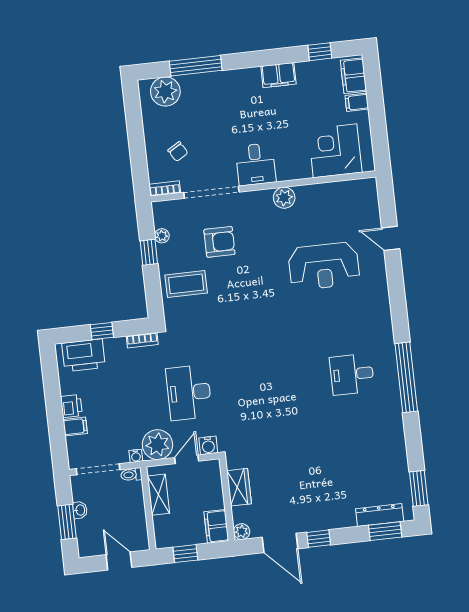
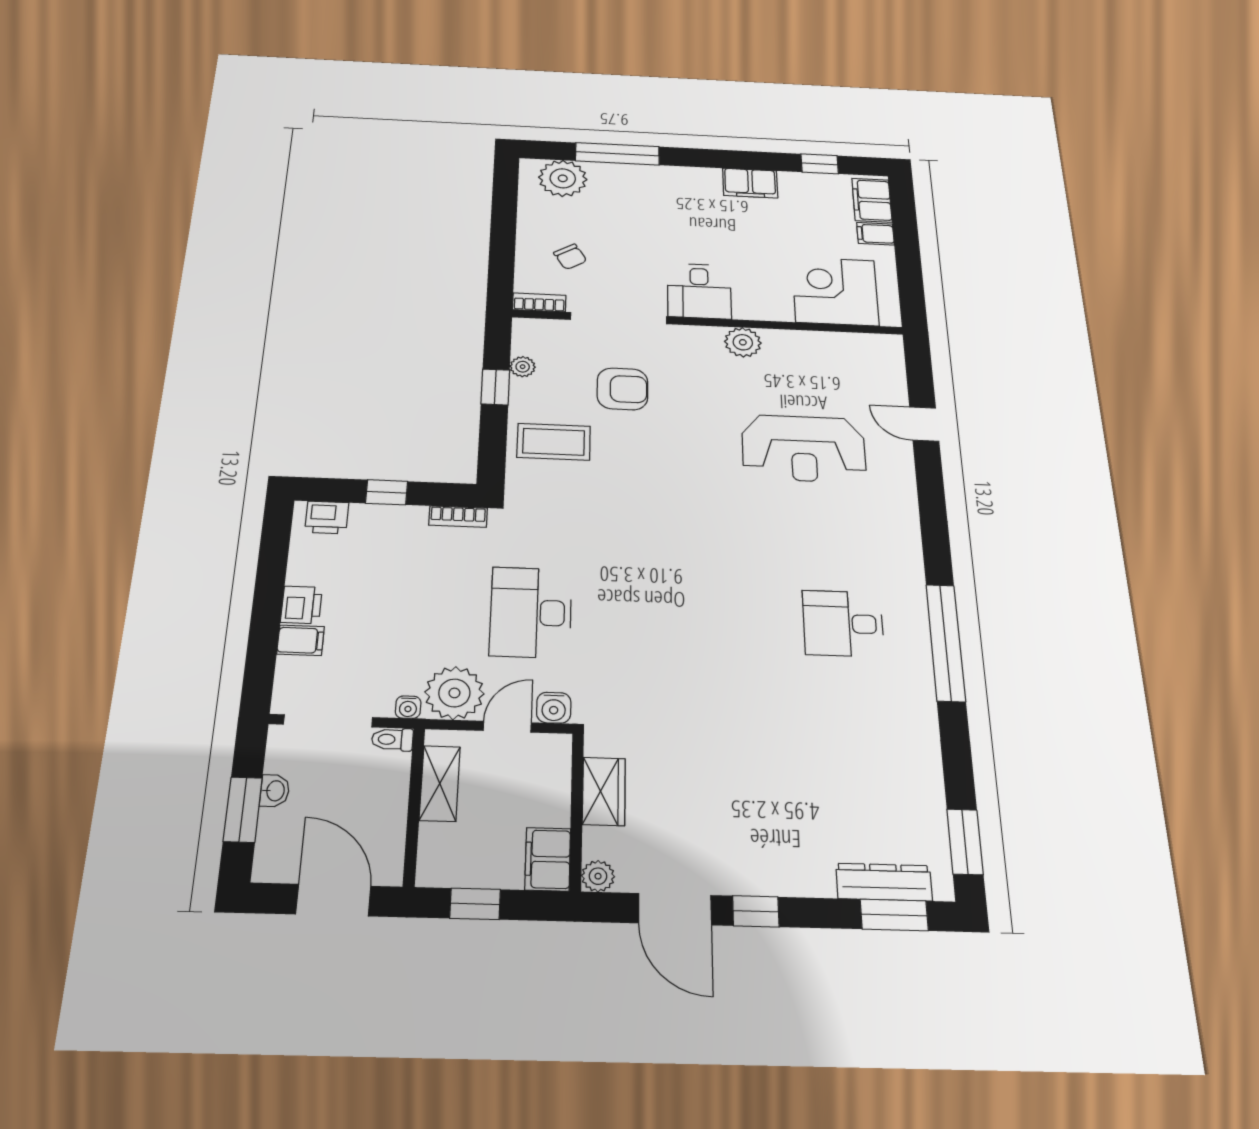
printer: (84, 355) -> (327, 517), width x0.53, depth x0.68
door: (119, 561) -> (333, 900), width x1.38

